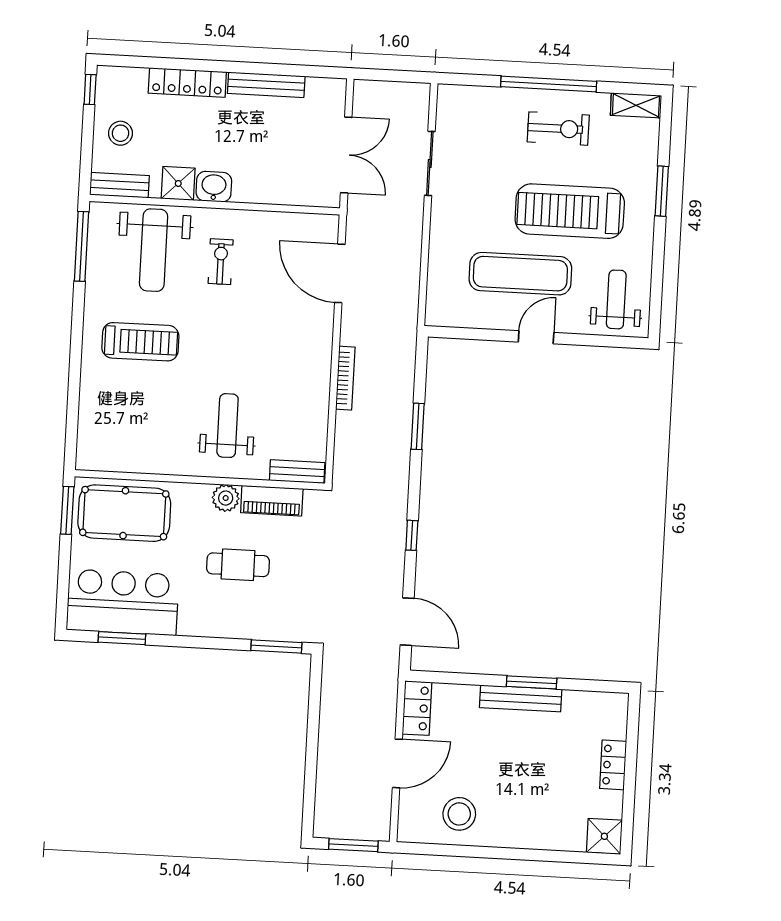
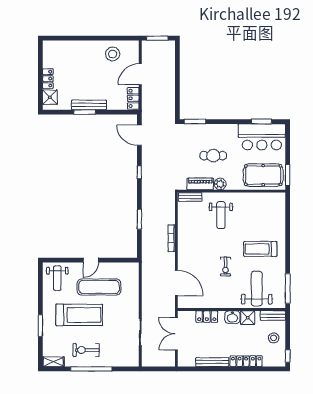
locker: (273, 191) -> (207, 317), added
exercise bike: (221, 262) -> (225, 266), moved
shower: (604, 836) -> (50, 97), moved

